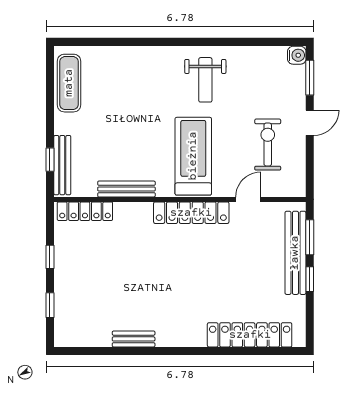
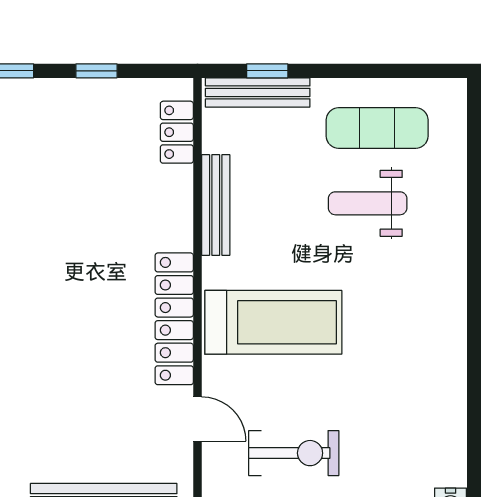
weight bench: (205, 80) -> (368, 203), moved
exercise mat: (69, 83) -> (377, 128), moved
locker: (85, 211) -> (177, 132), width x0.66

